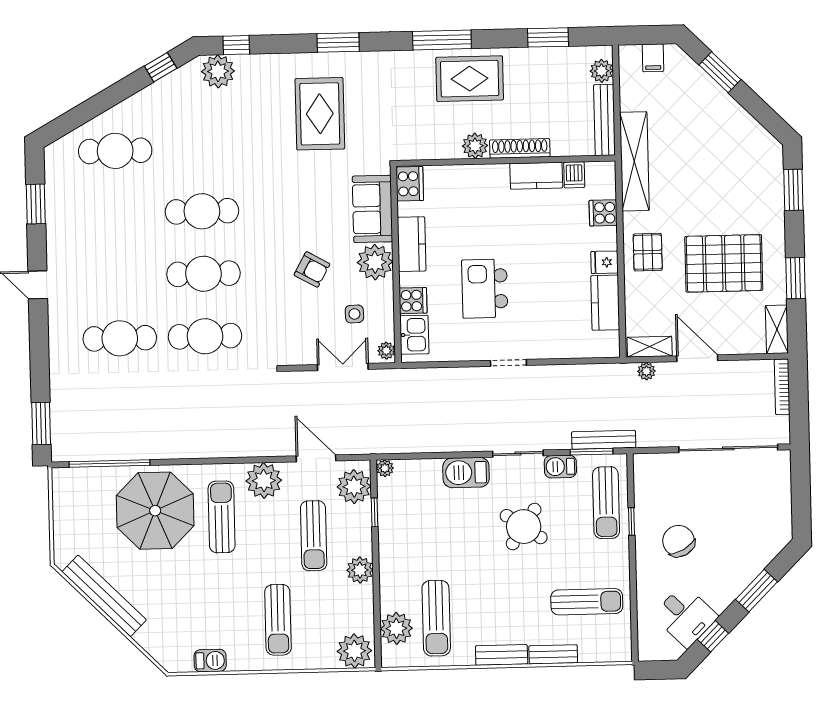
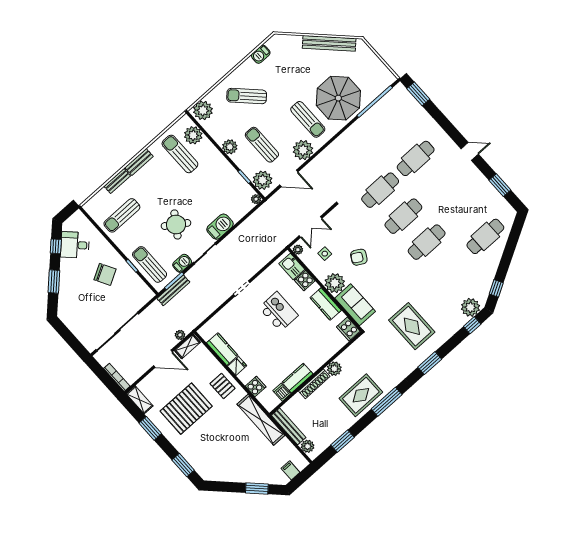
sun lounger: (278, 620) -> (247, 96), turned -45

